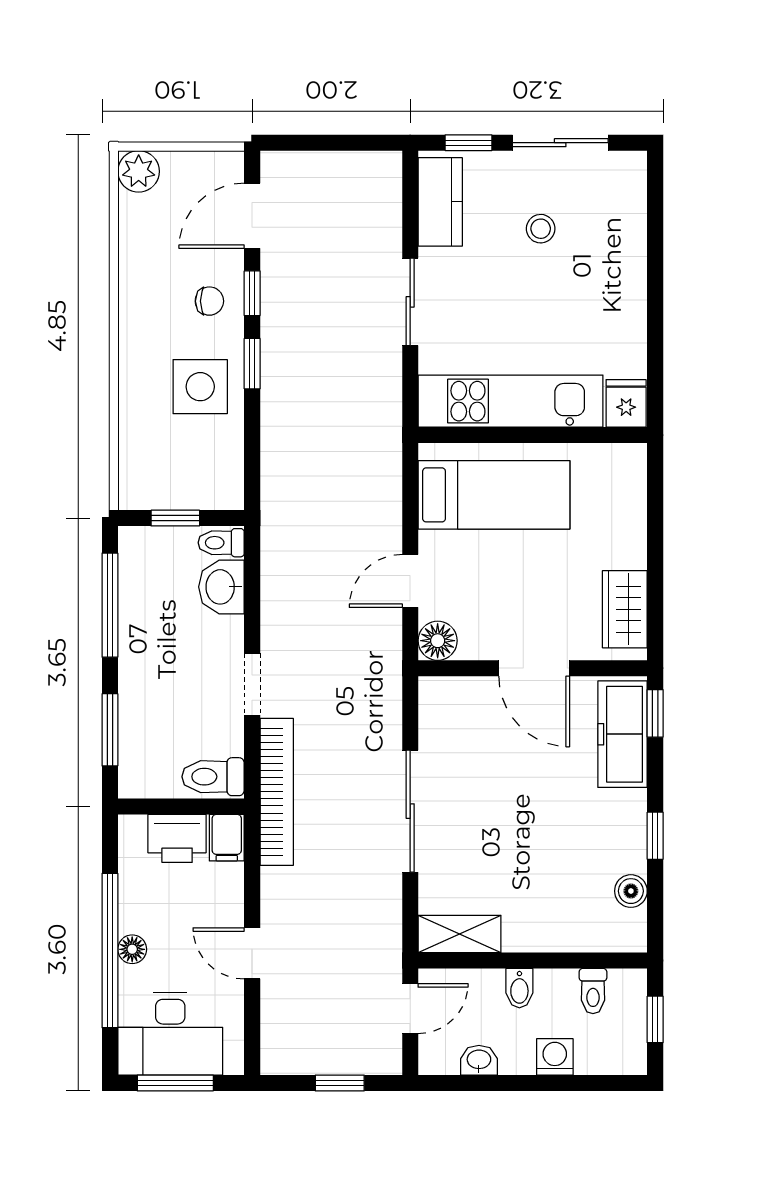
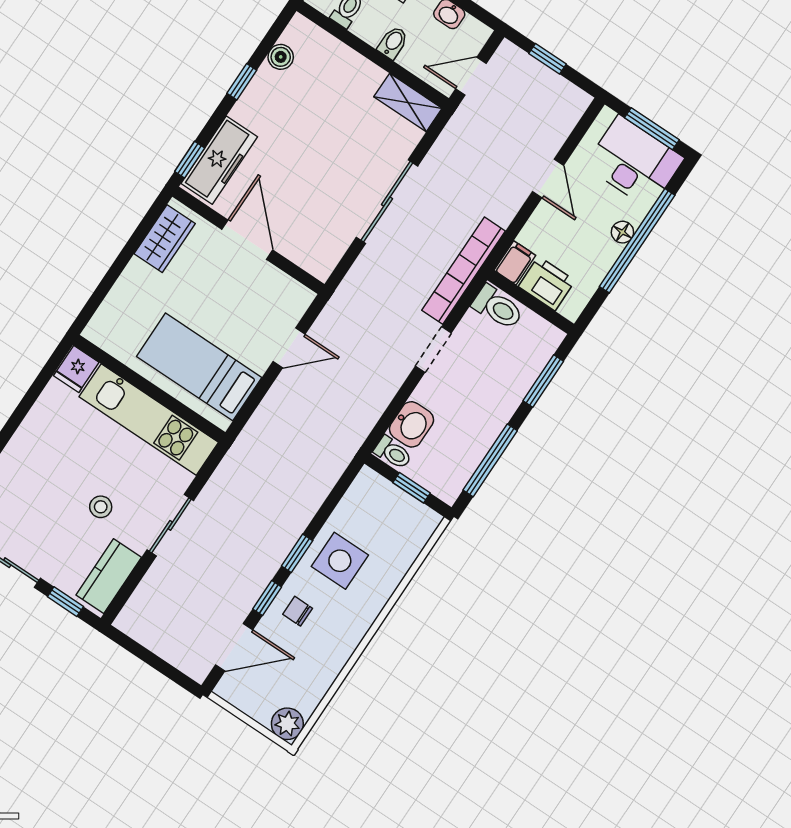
stool: (541, 229) -> (101, 507), moved
floor lamp: (438, 641) -> (297, 298), removed

